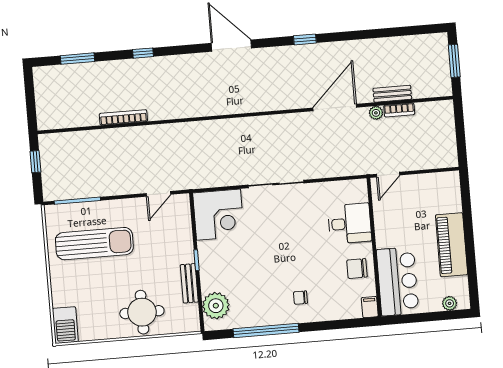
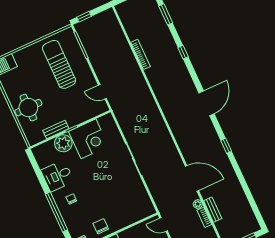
window: (35, 162) -> (84, 17), moved
corner desk: (219, 215) -> (88, 139), moved, turned -90
desk: (350, 223) -> (57, 176), moved, turned 90
sun lounger: (94, 244) -> (59, 64), turned 180
plant: (216, 306) -> (63, 143), moved
window: (266, 331) -> (56, 212), moved

